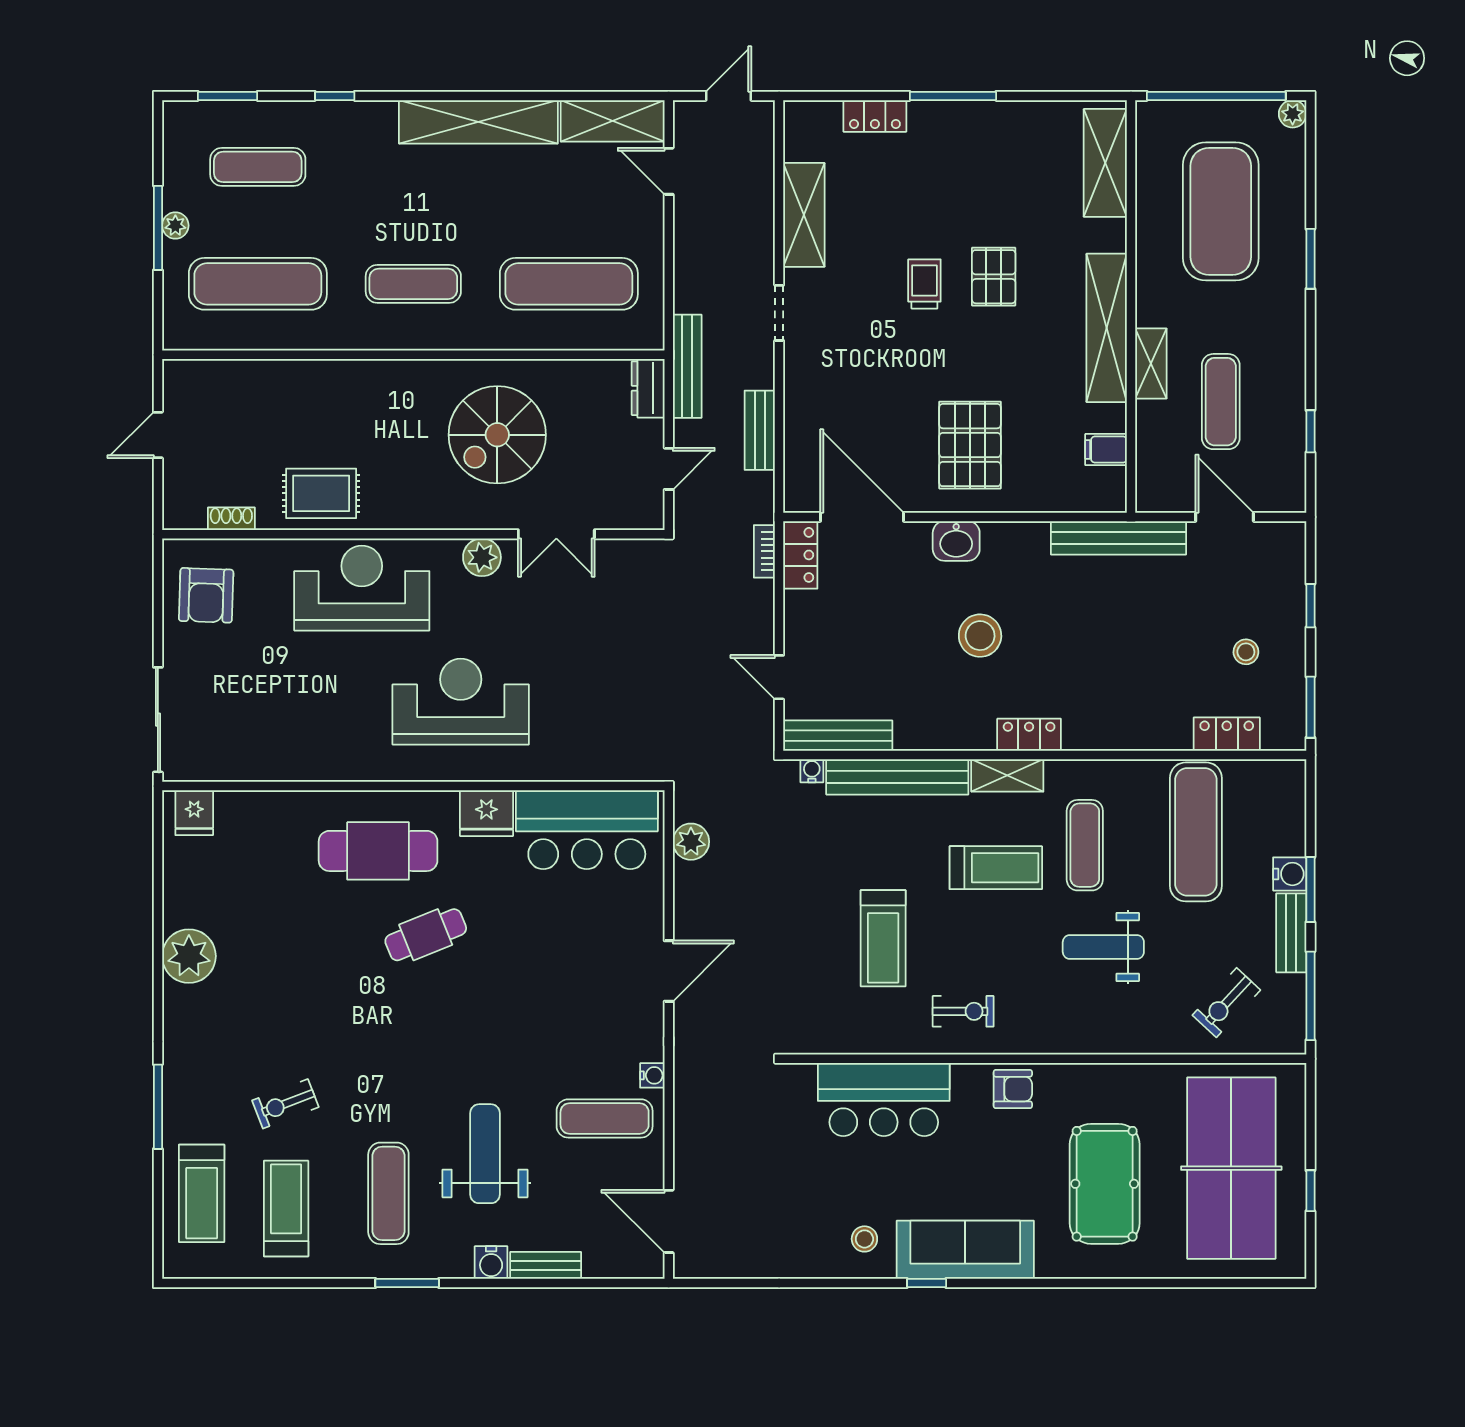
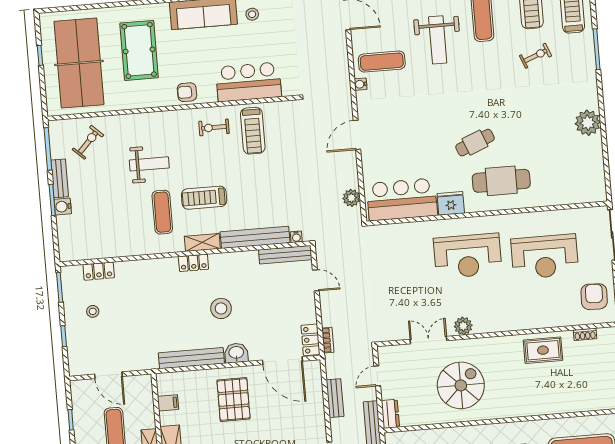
bench: (1118, 538) -> (191, 358), moved
reception desk: (362, 588) -> (545, 257), moved
fridge: (194, 813) -> (591, 192), removed
exercise mat: (1196, 832) -> (110, 223), removed
treadmill: (883, 938) -> (253, 131), moved, turned 180

